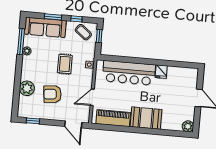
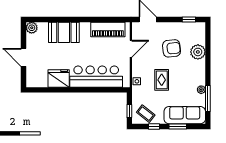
fridge: (161, 72) -> (59, 78), width x1.88, depth x1.34
booth: (146, 118) -> (64, 32), moved

